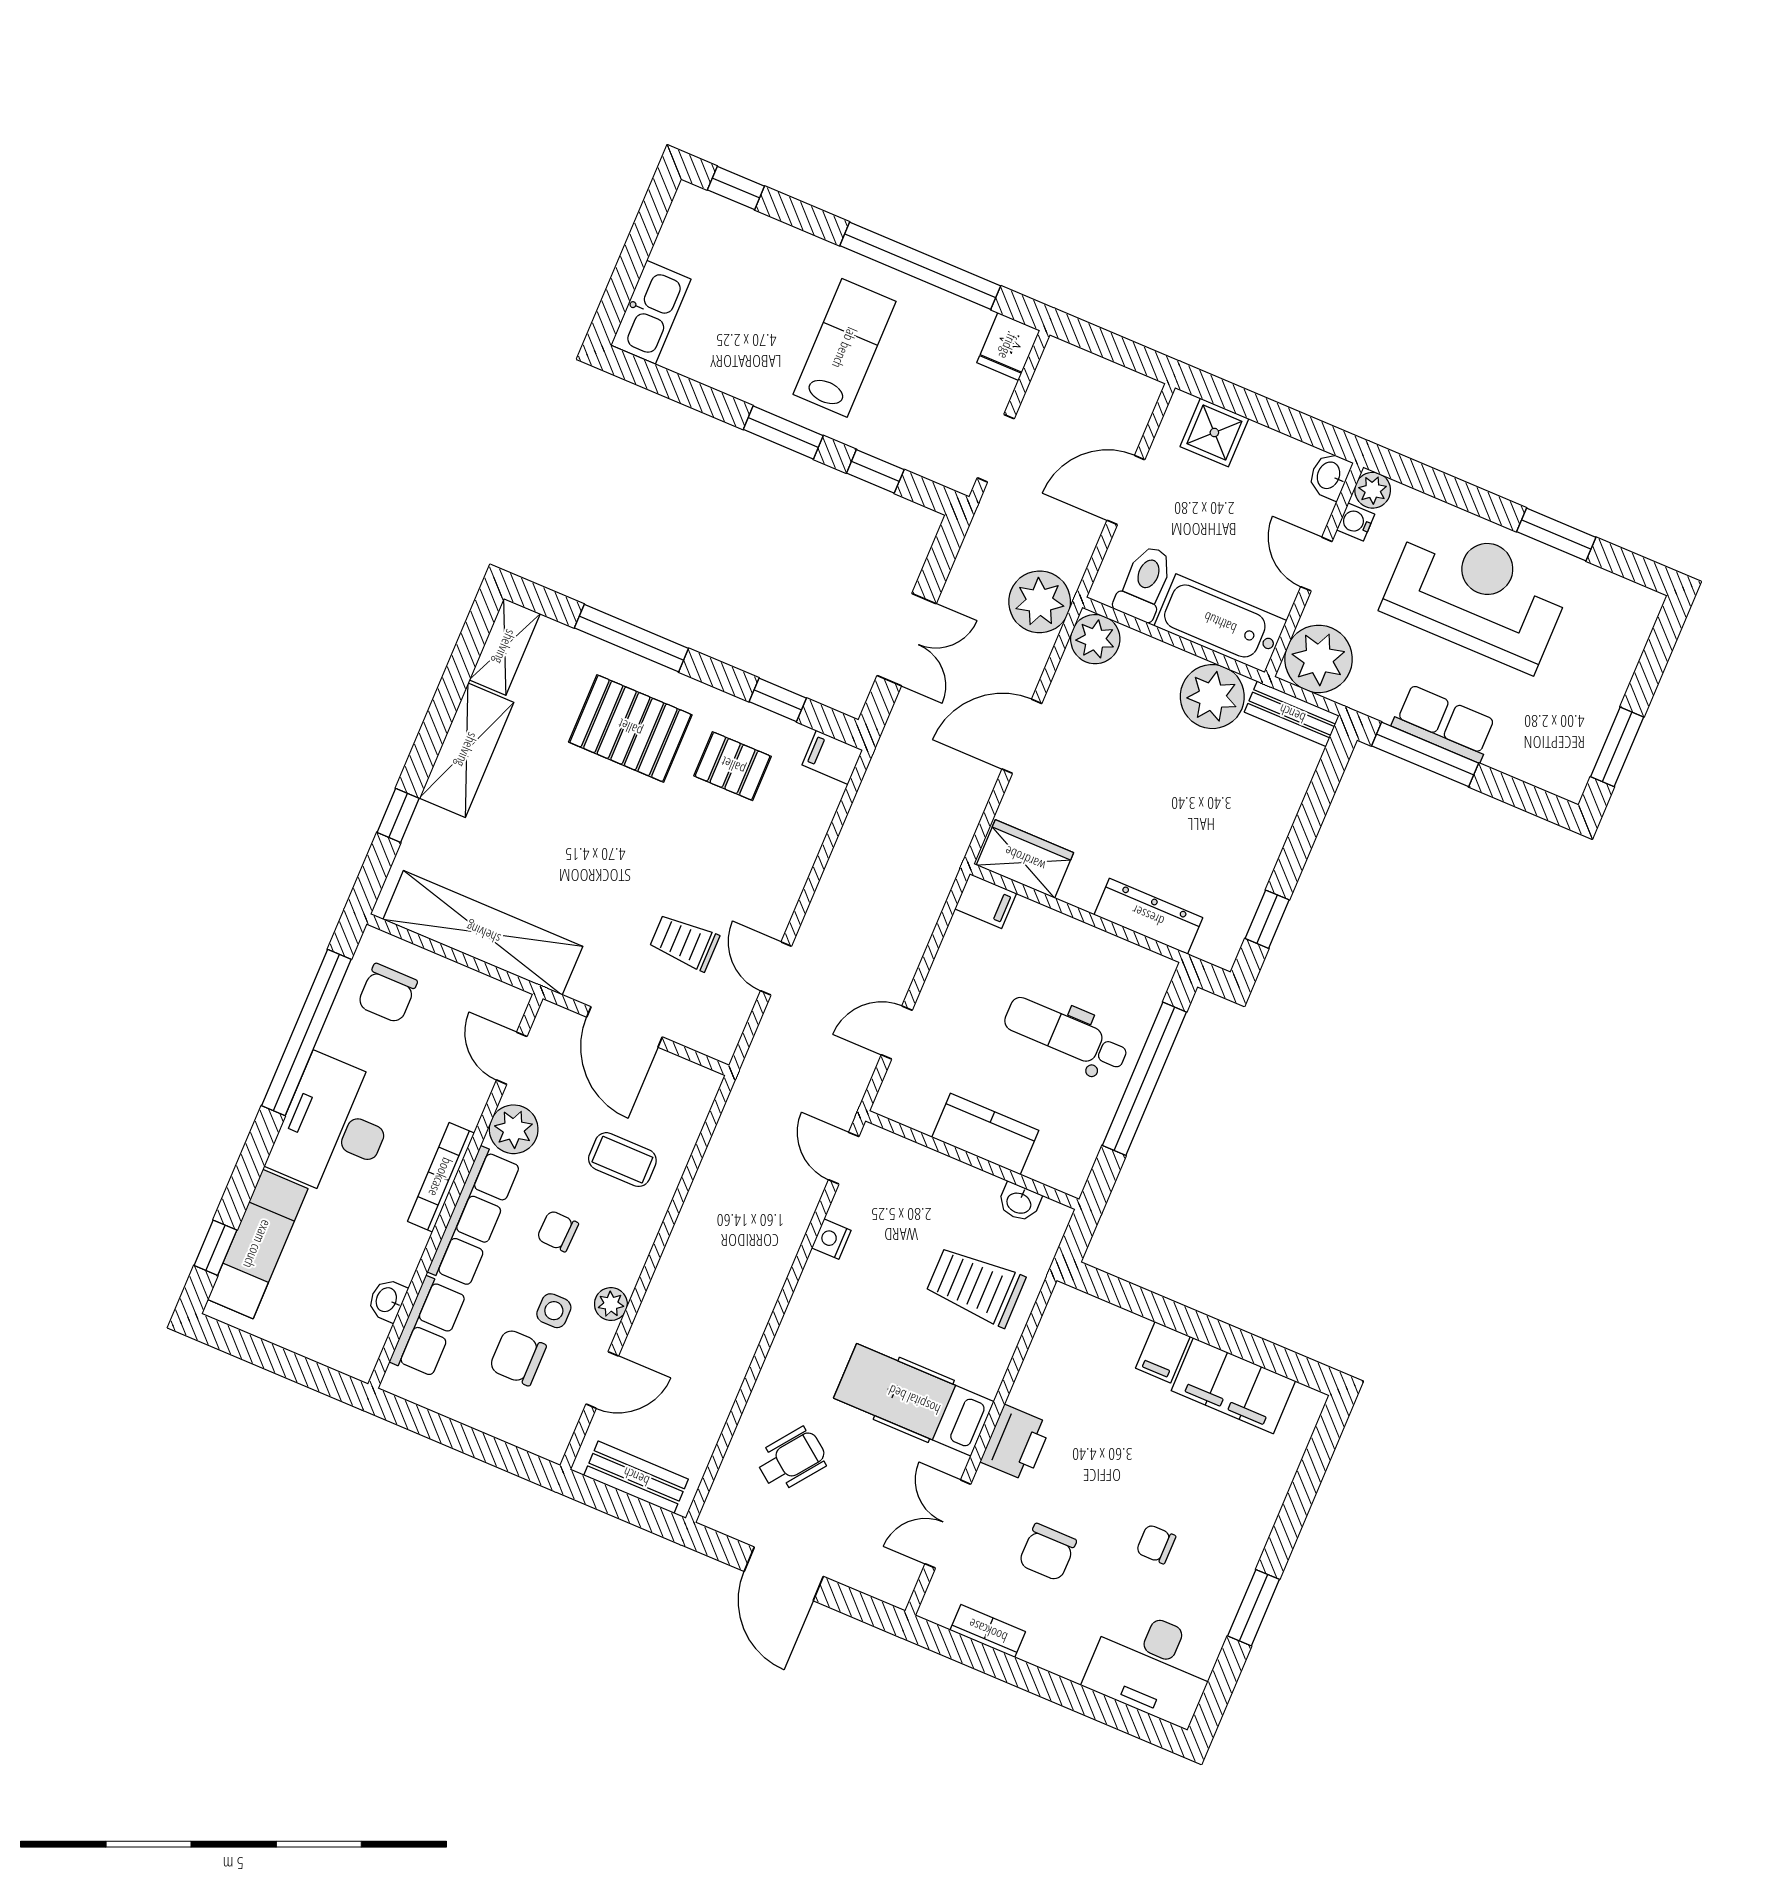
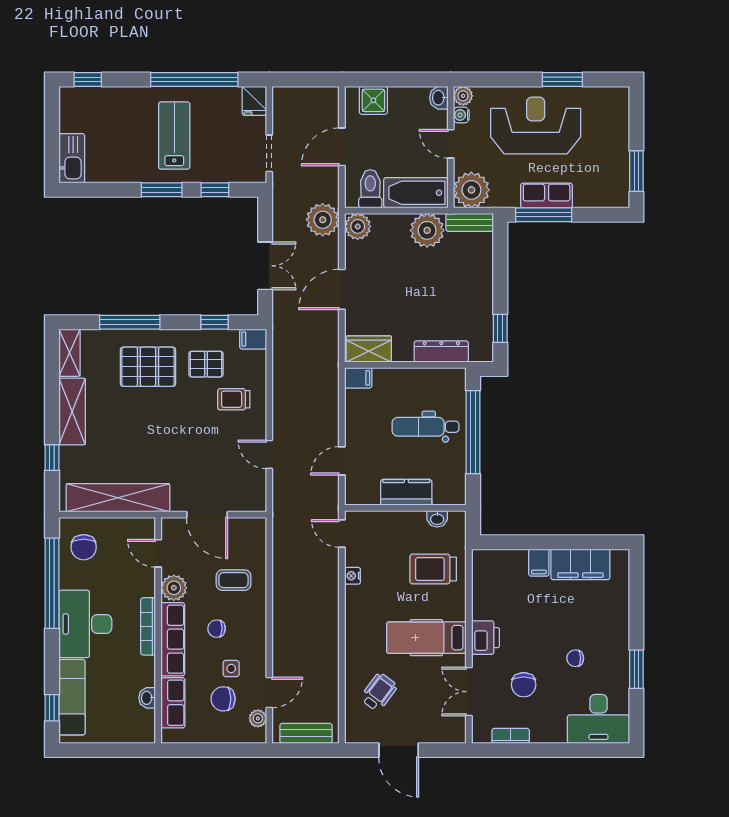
trolley: (684, 942) -> (234, 399), moved
plant: (611, 1304) -> (258, 718), moved

